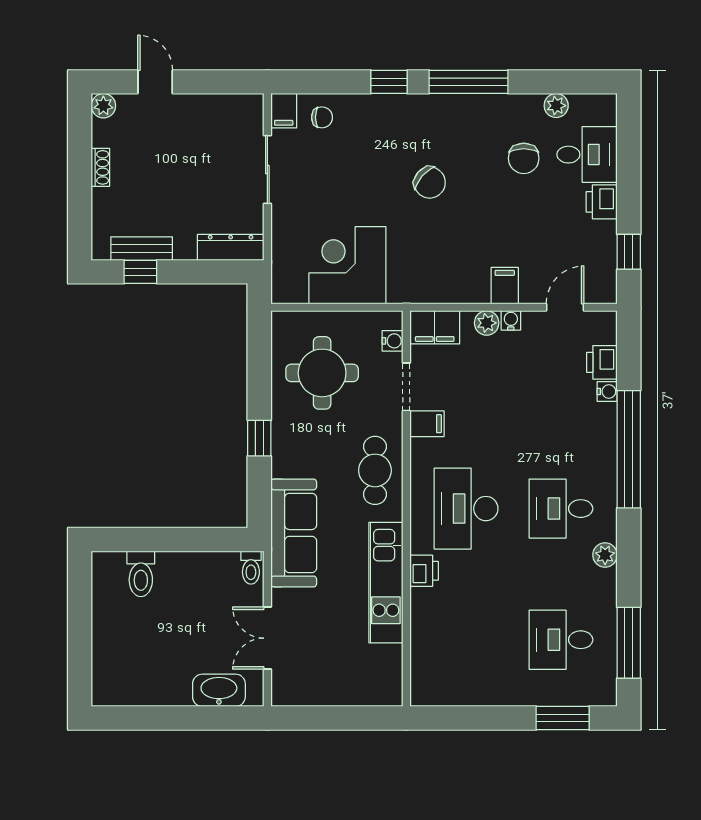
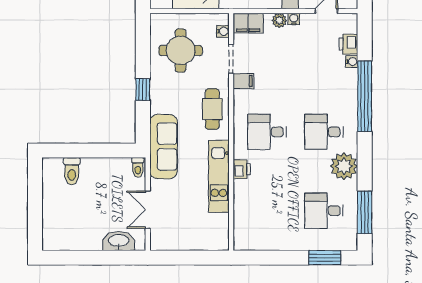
desk: (466, 509) -> (267, 132), width x0.73
plant: (605, 555) -> (344, 166), width x1.88, depth x1.88

